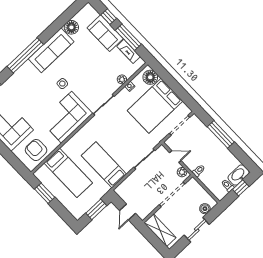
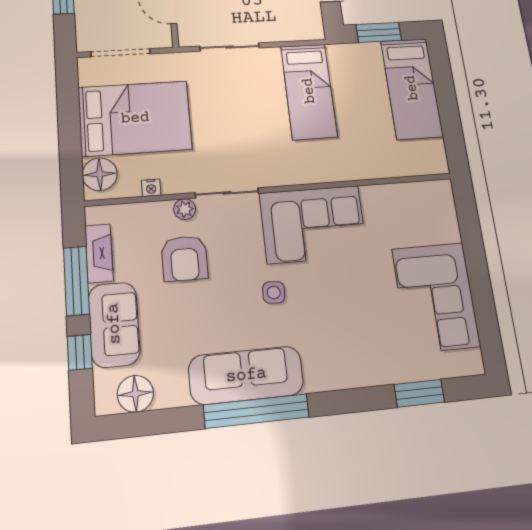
floor lamp: (71, 27) -> (135, 394), moved
window: (25, 55) -> (256, 411), moved
plant: (122, 79) -> (185, 209), moved
armchair: (36, 150) -> (184, 258), moved
bed: (68, 173) -> (412, 88), moved, turned 180
window: (45, 193) -> (451, 125), removed

